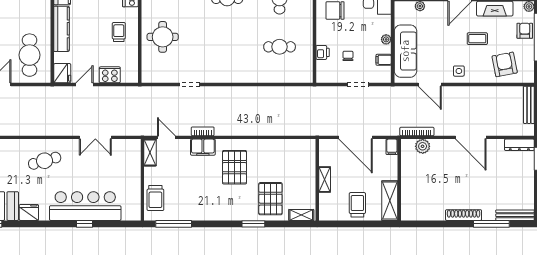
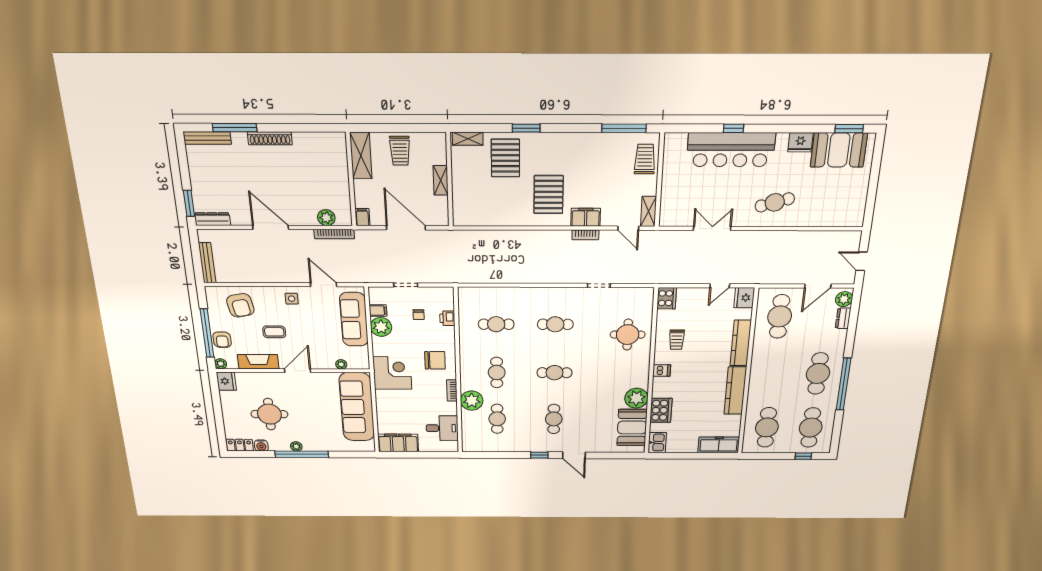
plant: (386, 39) -> (381, 327), width x1.88, depth x1.88
cafe table: (227, 47) -> (555, 324), added
cooker: (110, 75) -> (667, 298), moved, turned -90

